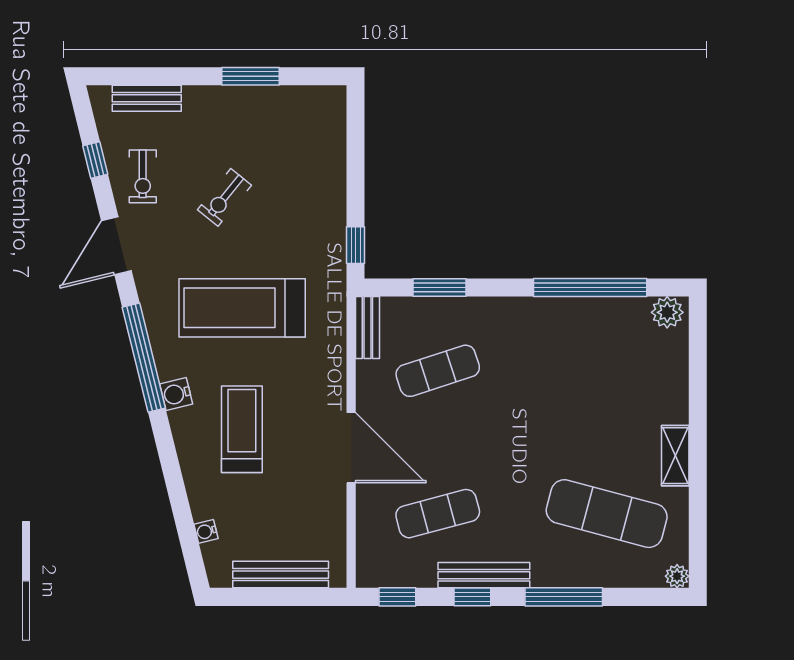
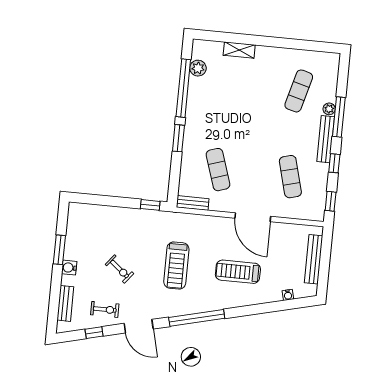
window: (440, 287) -> (178, 138), moved
treadmill: (242, 308) -> (176, 266), width x0.73, depth x0.73
plant: (667, 312) -> (198, 68), moved
water cooler: (176, 394) -> (69, 268), moved, turned 104
door: (351, 448) -> (253, 217), swing flipped
shelving: (675, 456) -> (239, 50), moved
exercise mat: (607, 514) -> (299, 91), width x0.73, depth x0.69
bench: (484, 575) -> (326, 139), moved
plant: (677, 576) -> (329, 109), moved

